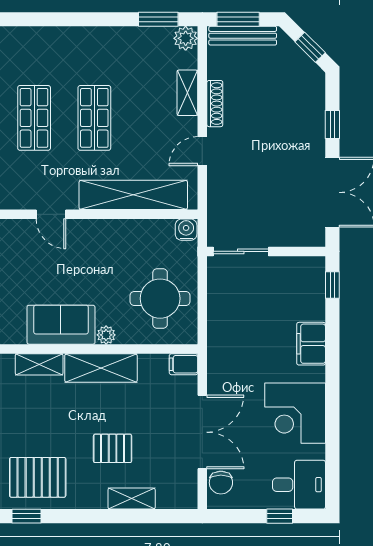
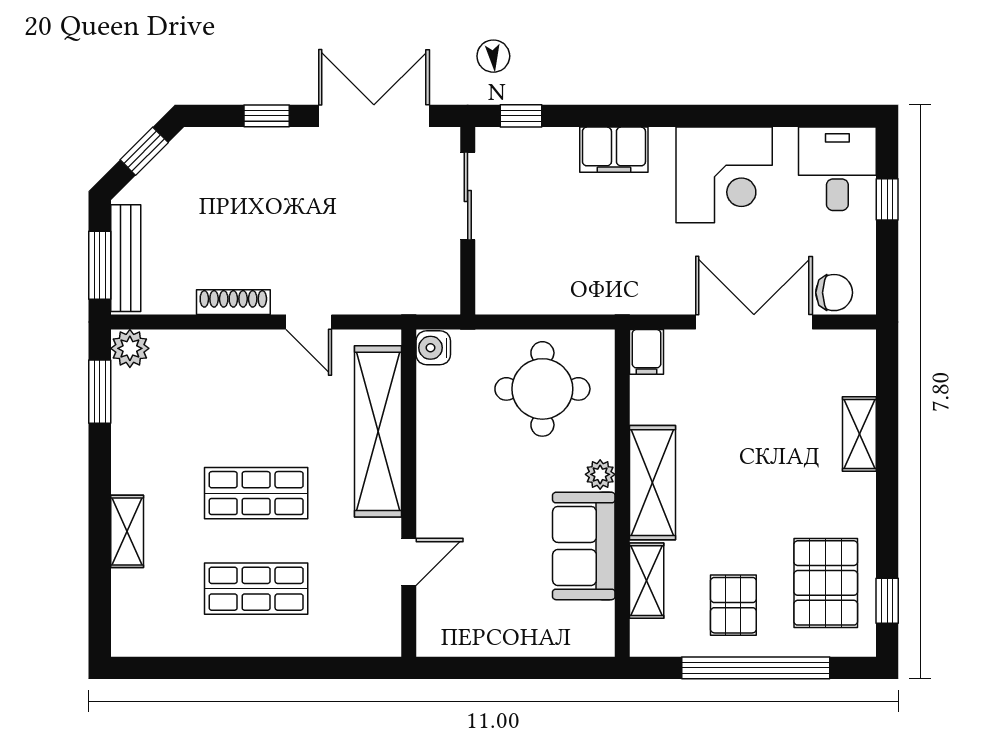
shelving: (187, 93) -> (127, 531), moved, turned 90
sliding door: (241, 251) -> (468, 196), moved
pallet: (113, 448) -> (733, 605), moved

